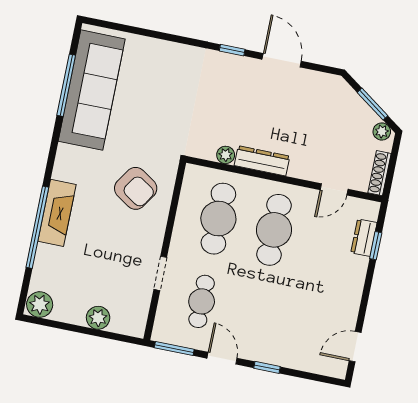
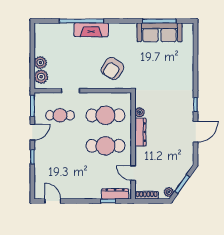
sofa: (92, 90) -> (159, 32), width x0.74, depth x0.79
dresser: (364, 238) -> (115, 194), width x1.44
plant: (40, 305) -> (41, 77), moved

